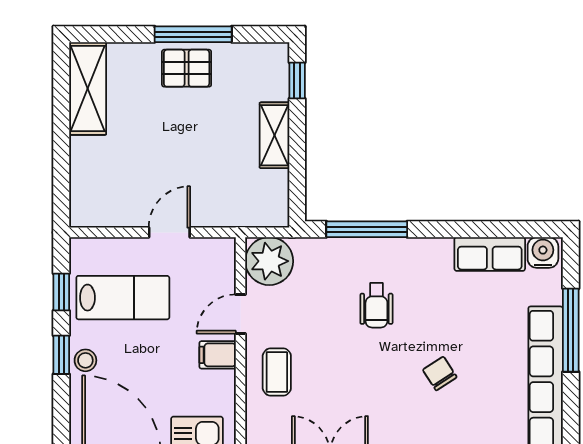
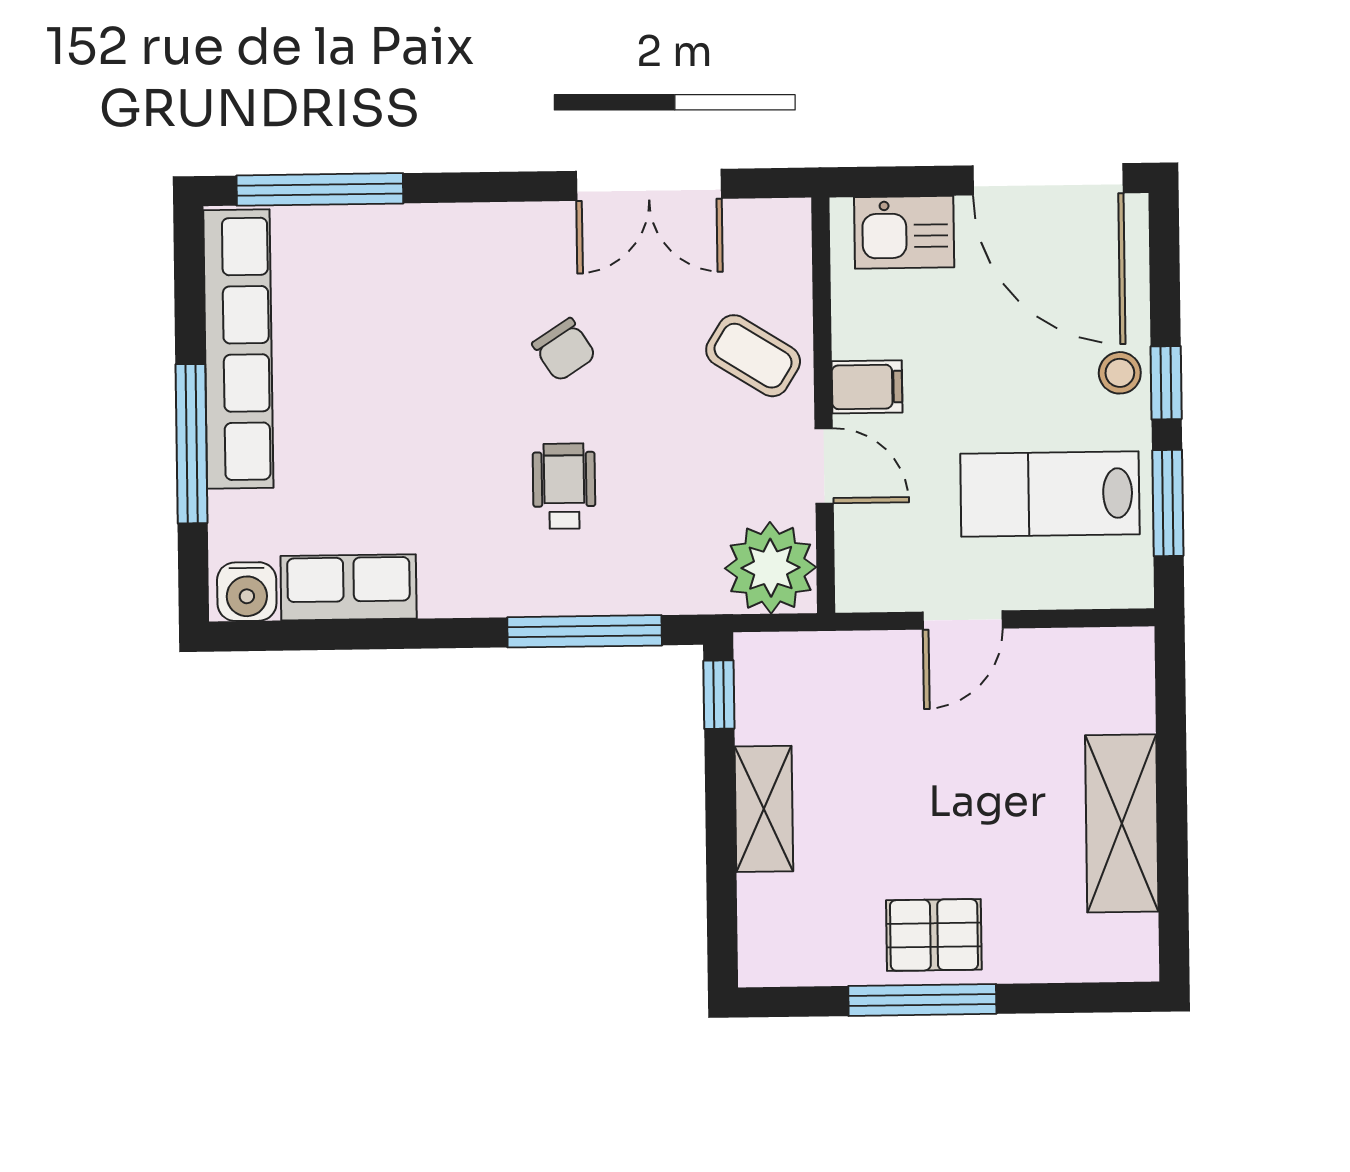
window: (297, 81) -> (719, 695), moved
shelving: (88, 89) -> (1122, 823), moved
window: (61, 292) -> (1168, 503), width x1.50
door: (241, 314) -> (824, 466), hinge flipped
coffee table: (277, 372) -> (753, 356), turned -58
chair: (440, 373) -> (564, 350), moved

